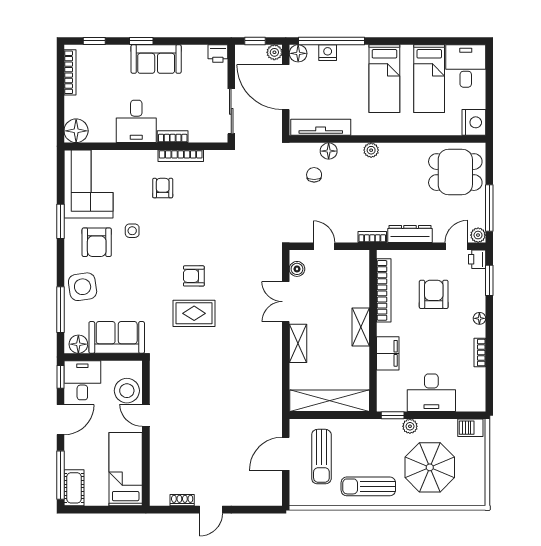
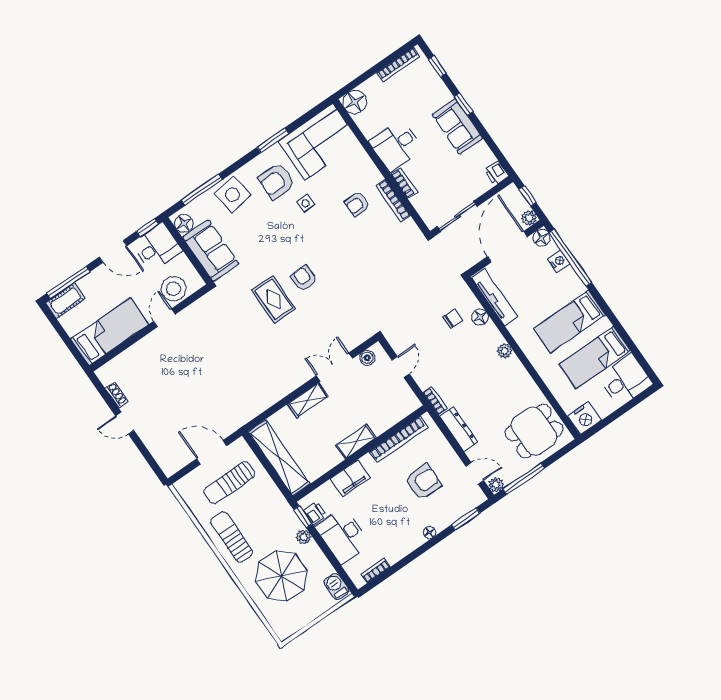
dining table: (455, 172) -> (534, 431), turned 90
armchair: (163, 188) -> (357, 204), turned 180
printer: (477, 259) -> (315, 513), moved, turned 90
bookcase: (480, 353) -> (376, 570), moved

